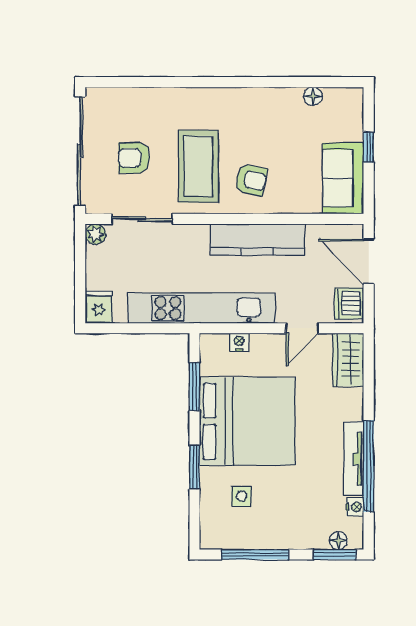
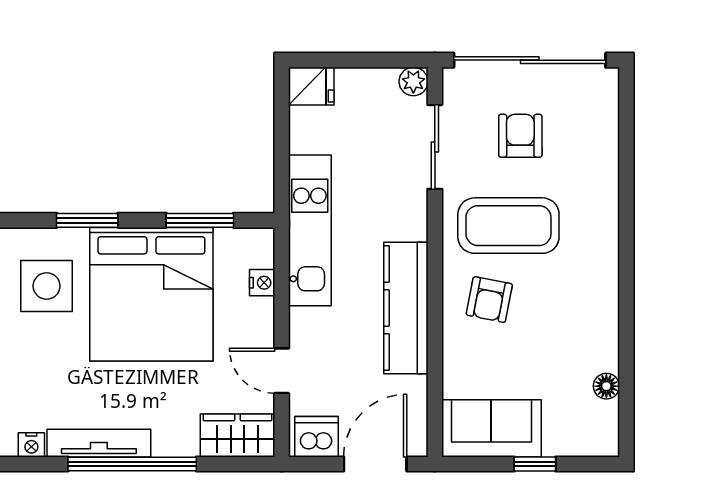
kitchen unit: (202, 308) -> (310, 230), width x0.73
window: (369, 466) -> (132, 464), moved
side table: (241, 496) -> (47, 286), width x1.87, depth x1.87

